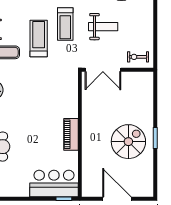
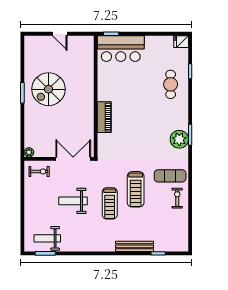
treadmill: (65, 24) -> (110, 203), turned 180
plant: (149, 77) -> (29, 152), added
piano: (71, 134) -> (104, 117), moved
door: (117, 199) -> (60, 34), width x0.53

